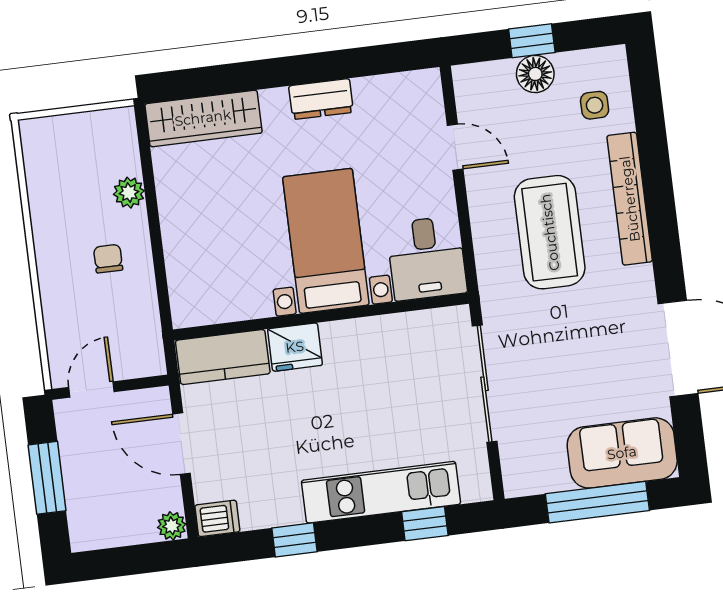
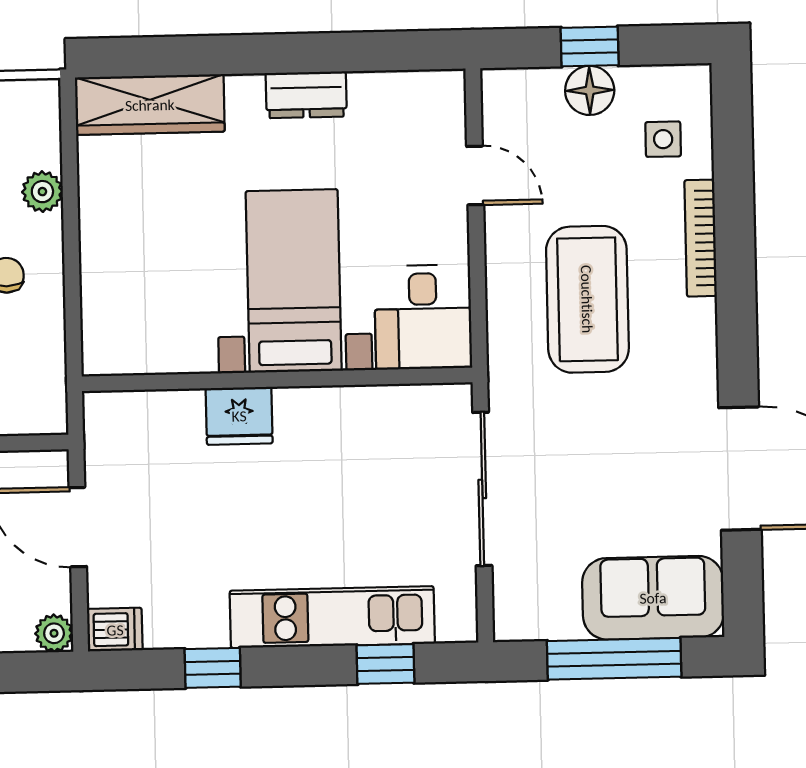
bookcase: (630, 199) -> (701, 238), width x0.68, depth x0.76
kitchen counter: (223, 357) -> (143, 419), removed

